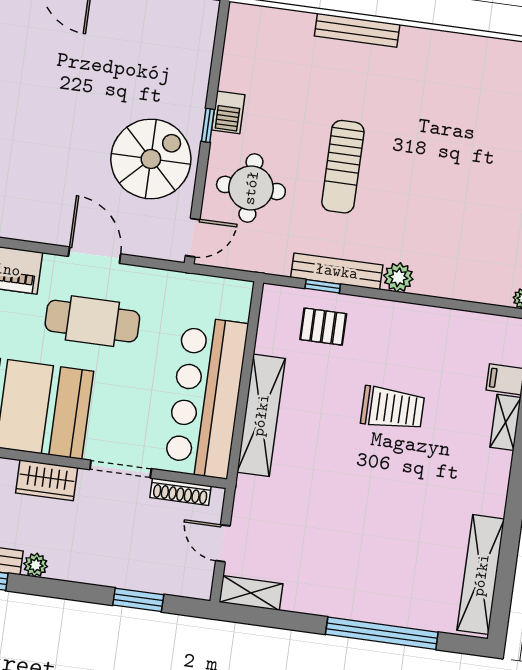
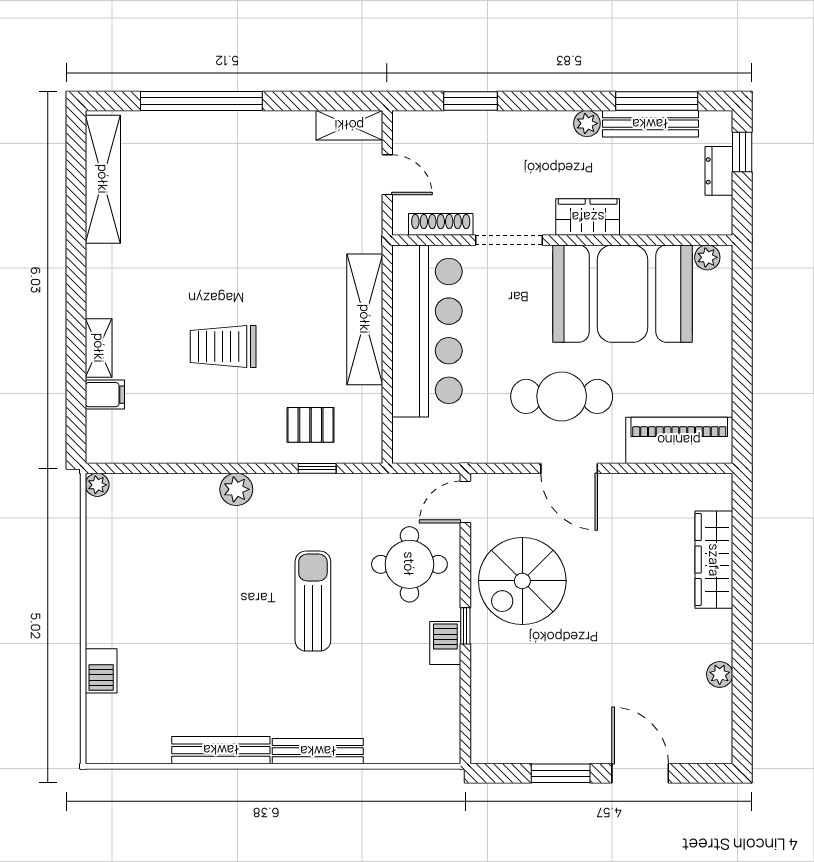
bench: (337, 271) -> (221, 750), moved

